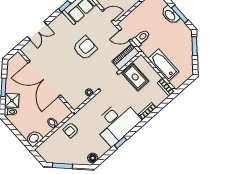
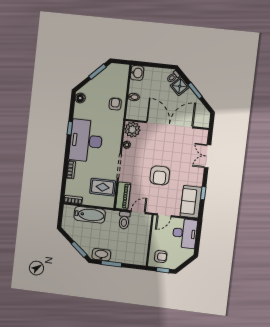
washbasin: (170, 15) -> (101, 255), moved
plant: (75, 100) -> (132, 130), added

